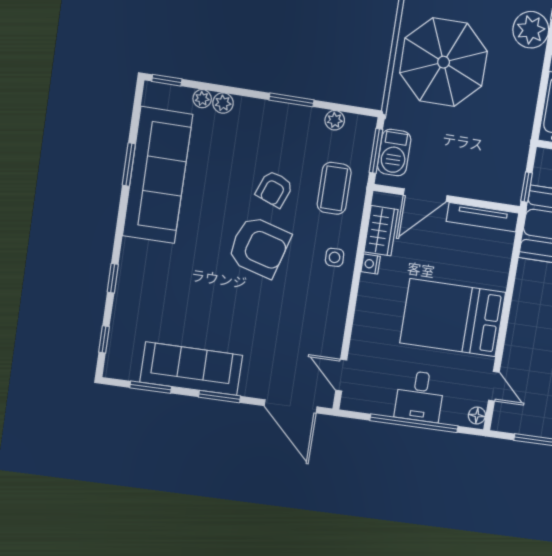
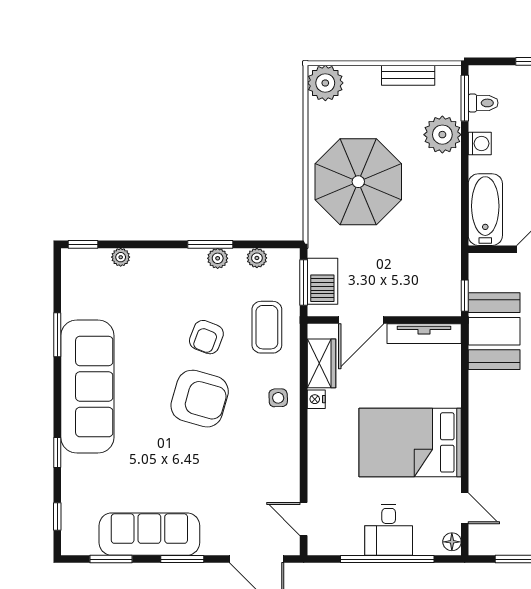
plant: (223, 103) -> (218, 258), moved
sofa: (158, 175) -> (87, 387), moved

